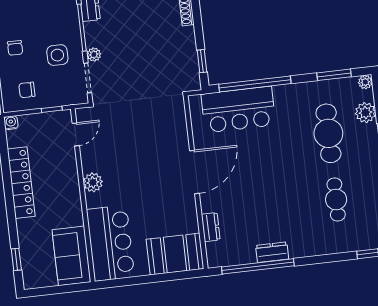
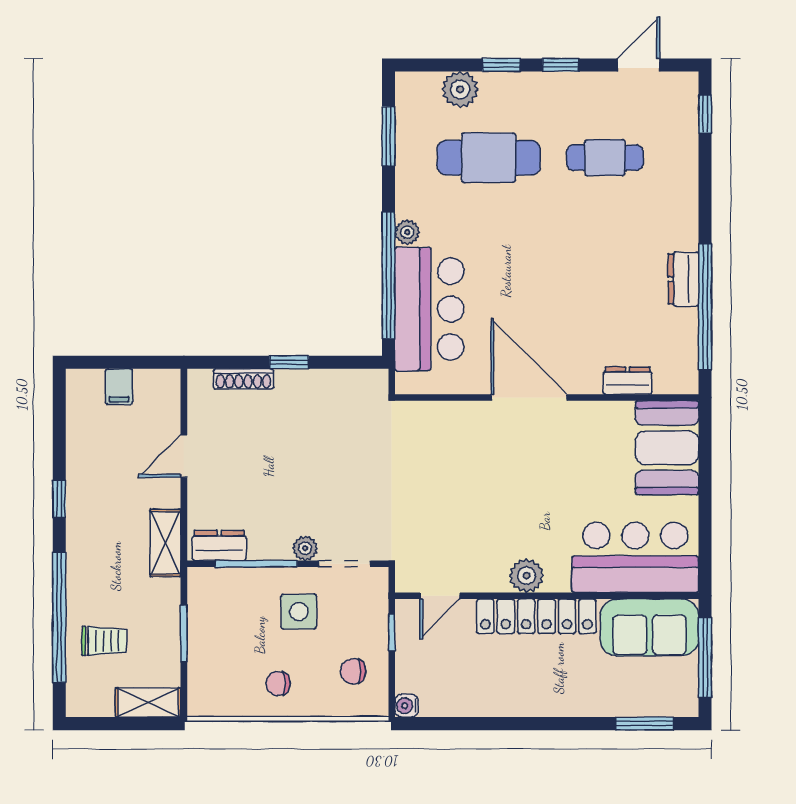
chair: (15, 48) -> (278, 684), turned 180
window: (202, 61) -> (289, 362), moved
plant: (365, 82) -> (407, 232), moved
chair: (27, 90) -> (353, 671), turned 90
door: (76, 134) -> (440, 596), swing flipped
locker: (21, 183) -> (536, 616), moved, turned 180
window: (16, 259) -> (645, 724), width x1.50
window: (58, 289) -> (705, 657), added

